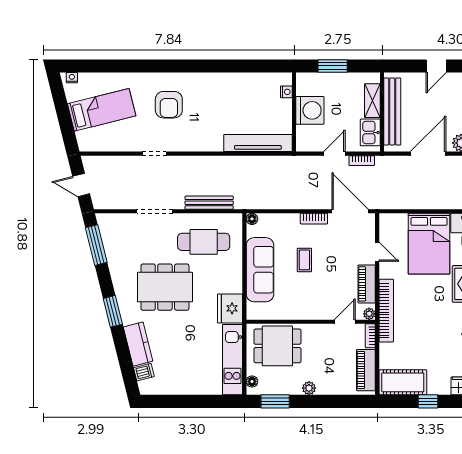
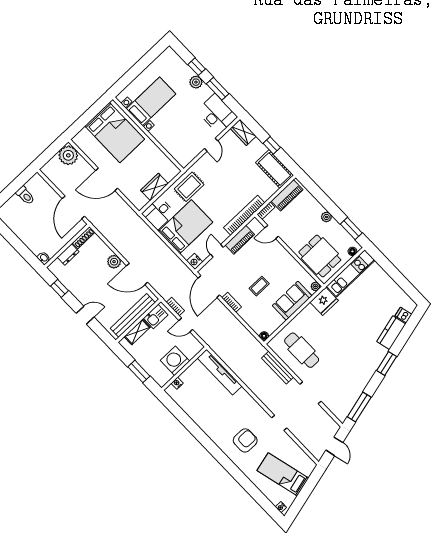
nightstand: (387, 221) -> (195, 261), added
sofa: (260, 270) -> (292, 301), width x0.73
dining table: (165, 287) -> (346, 348), removed
plant: (369, 314) -> (315, 286), moved

